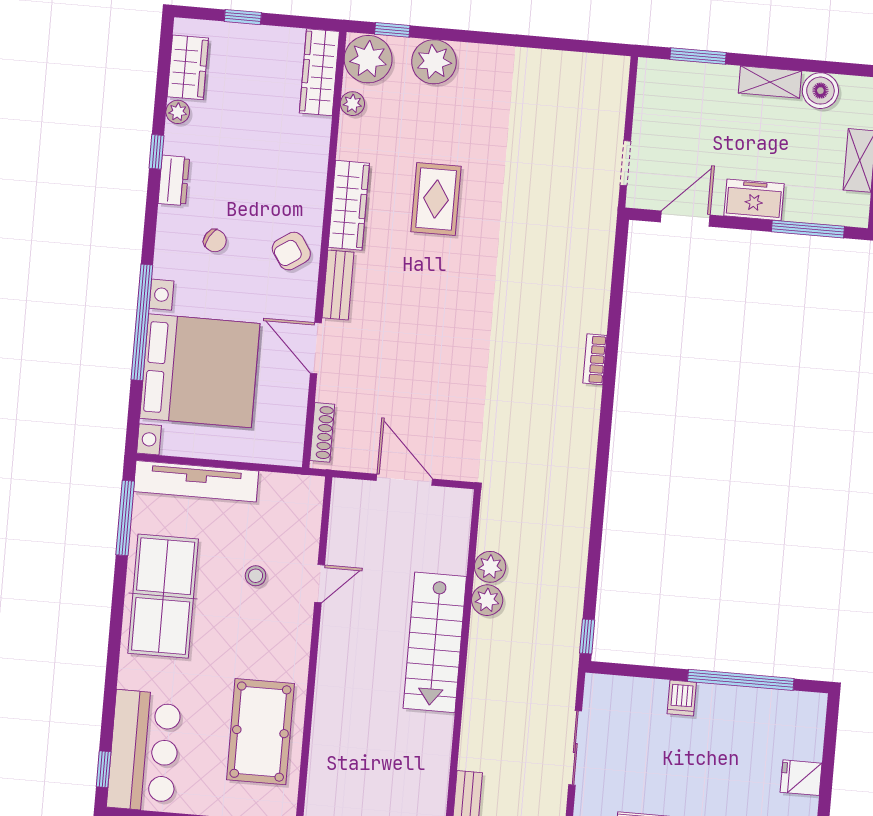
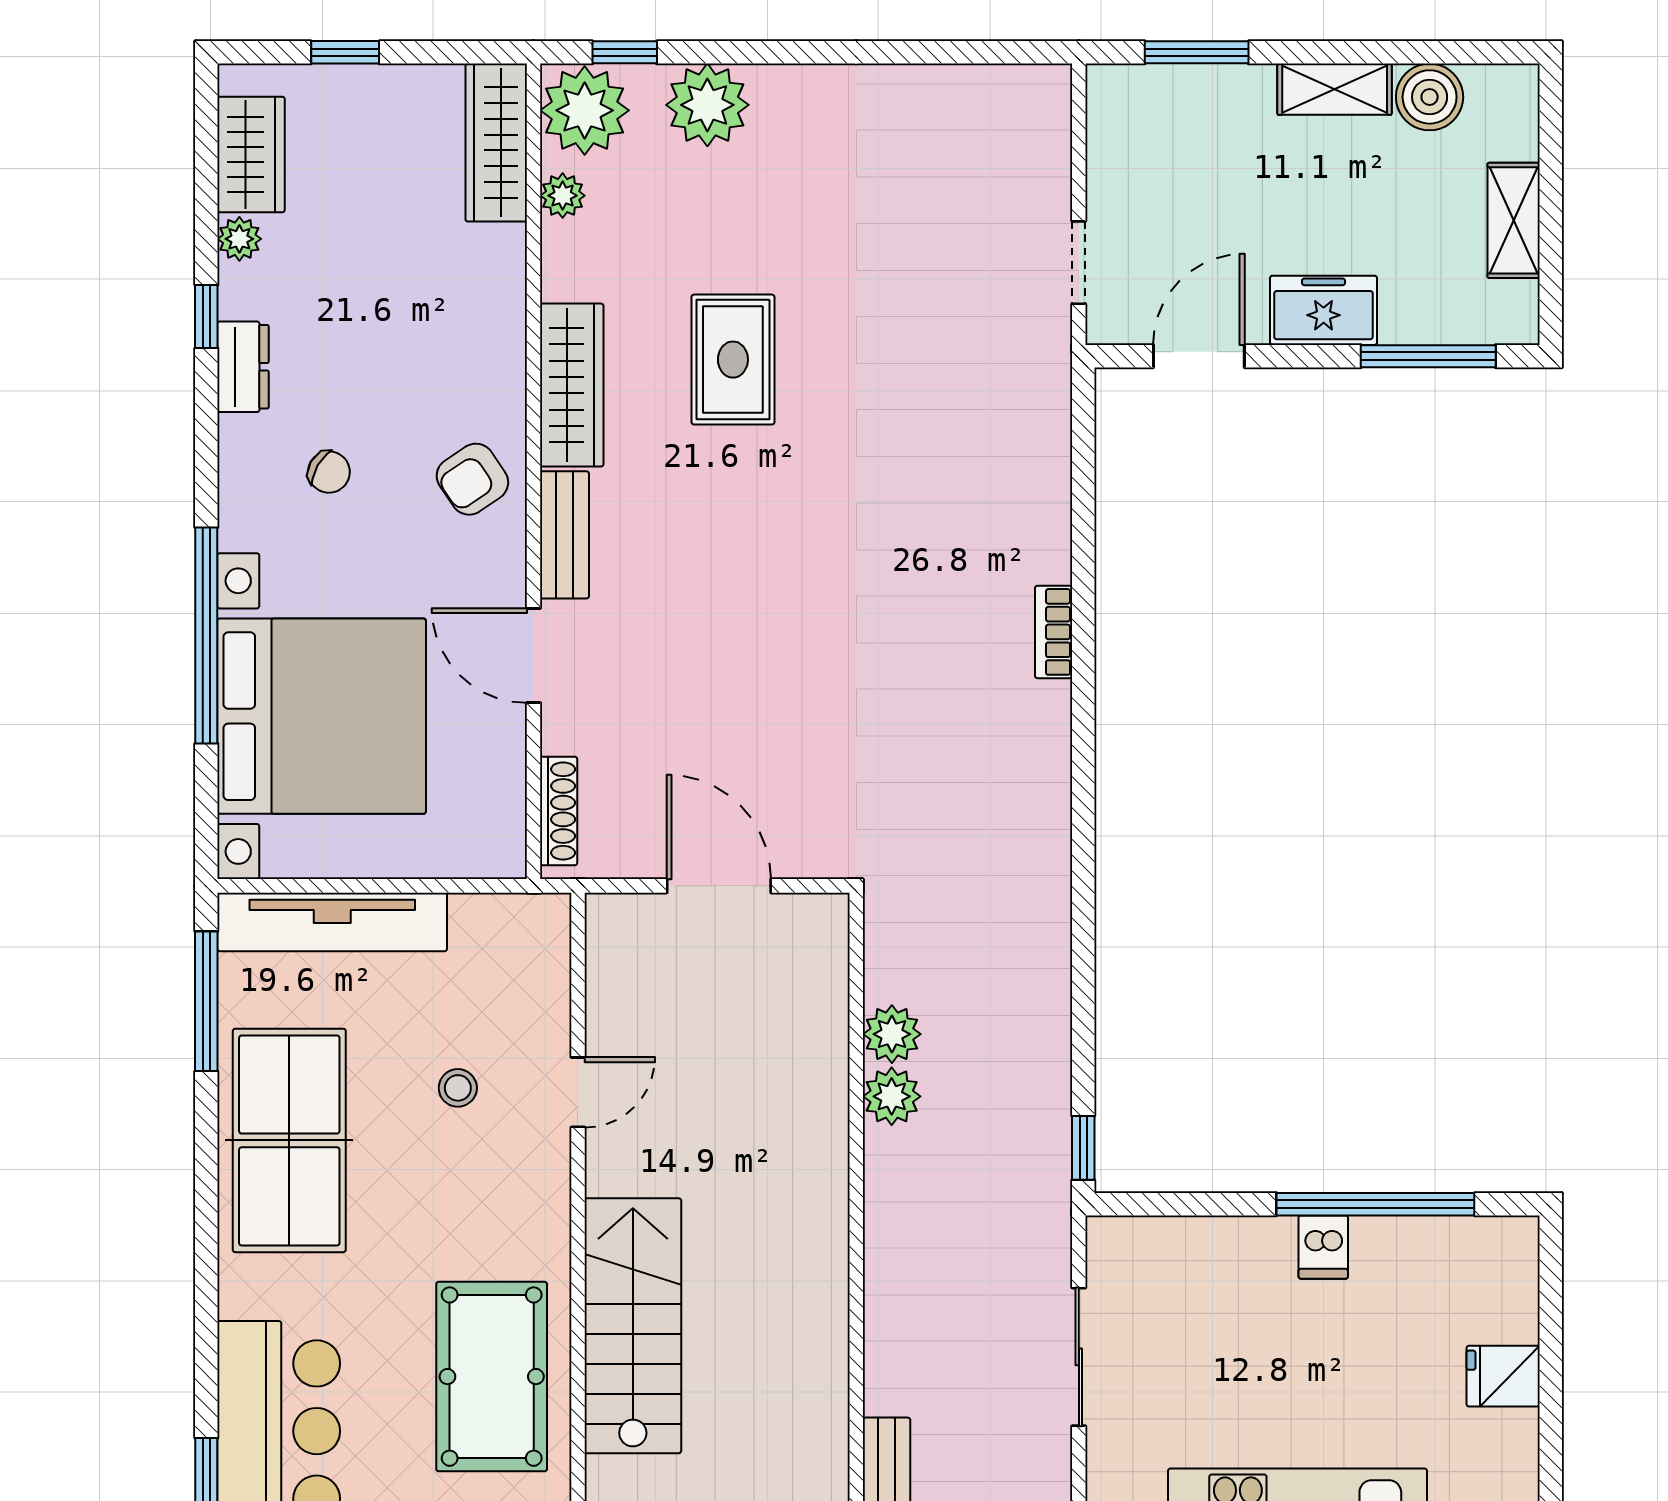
stairs: (435, 642) -> (633, 1326), moved, turned 180
dishwasher: (682, 698) -> (1323, 1247), moved

